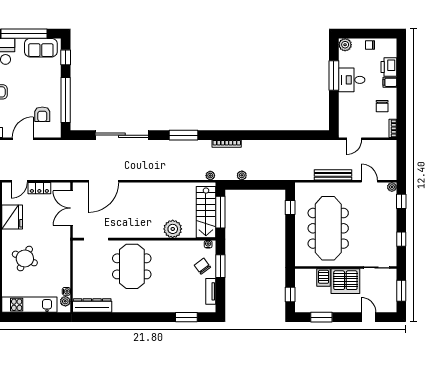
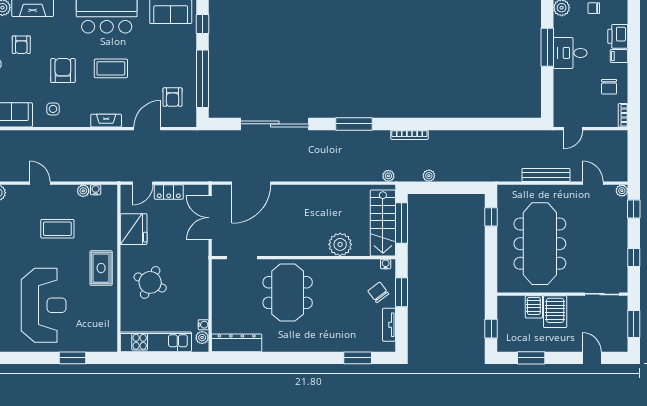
server rack: (345, 281) -> (555, 312), width x0.62

